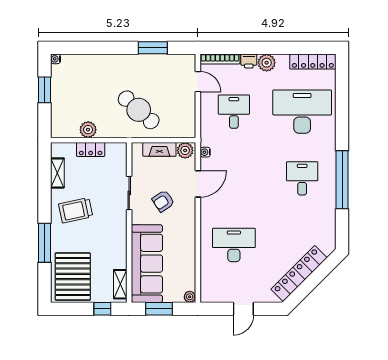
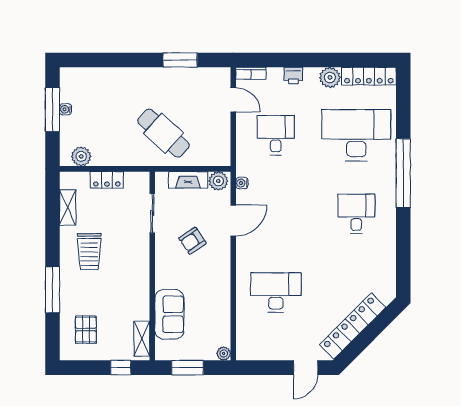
water cooler: (56, 59) -> (65, 109), moved
bookcase: (220, 59) -> (251, 73), width x0.64
plant: (267, 63) -> (330, 77), moved
window: (44, 90) -> (52, 110), width x1.44
plant: (88, 130) -> (81, 156), moved
window: (342, 180) -> (403, 173), moved
sliding door: (129, 193) -> (152, 213), moved
trolley: (76, 210) -> (89, 252), turned -78
sofa: (147, 264) -> (169, 314), width x0.54, depth x0.79
pallet: (73, 277) -> (86, 330), width x0.49, depth x0.50
door: (243, 309) -> (306, 368), moved

